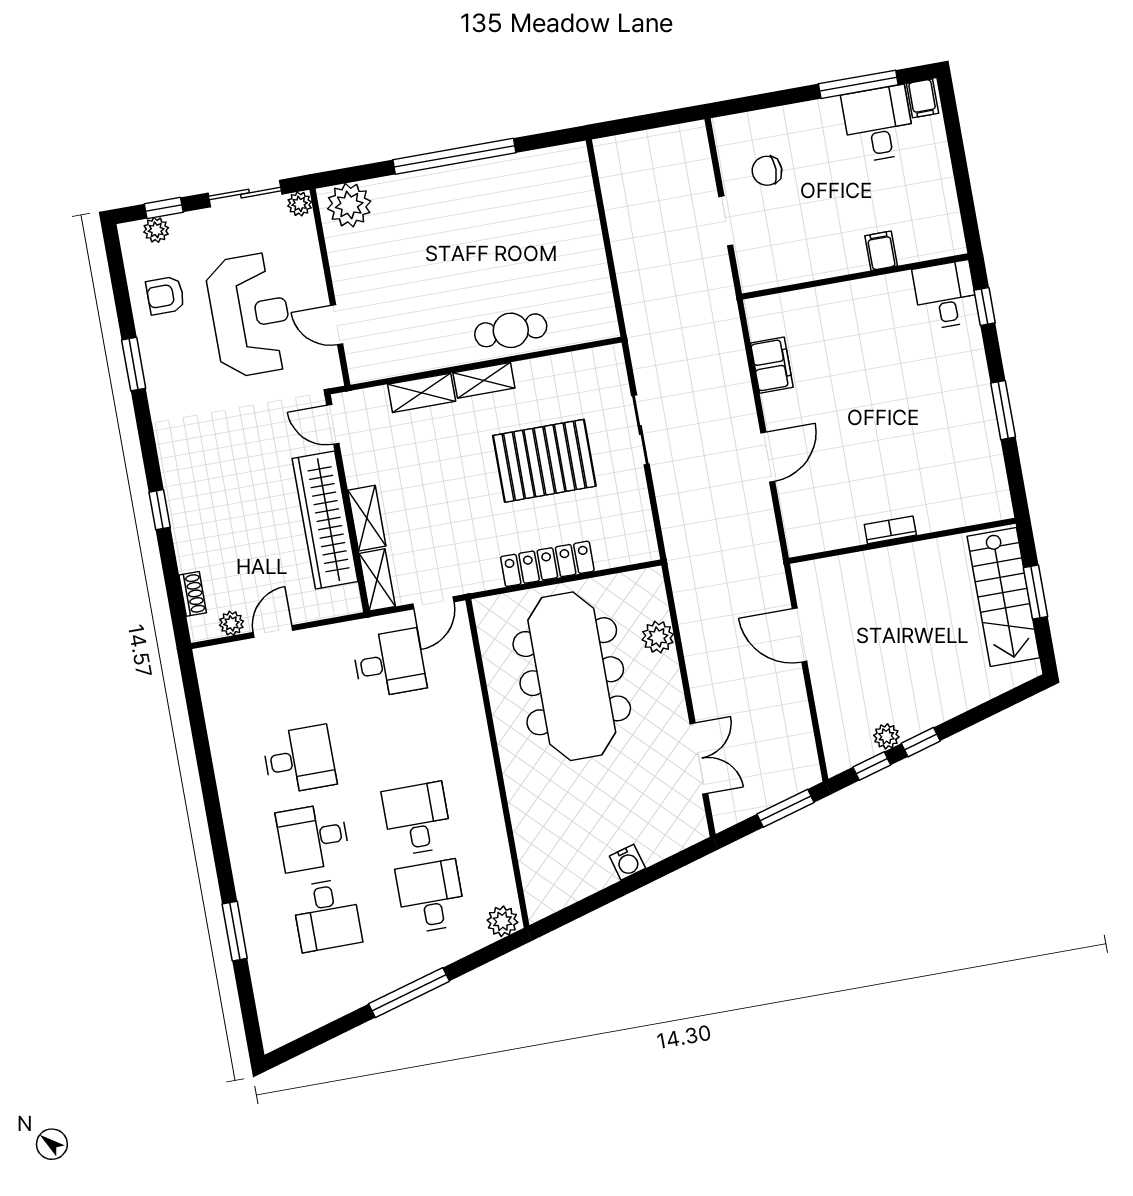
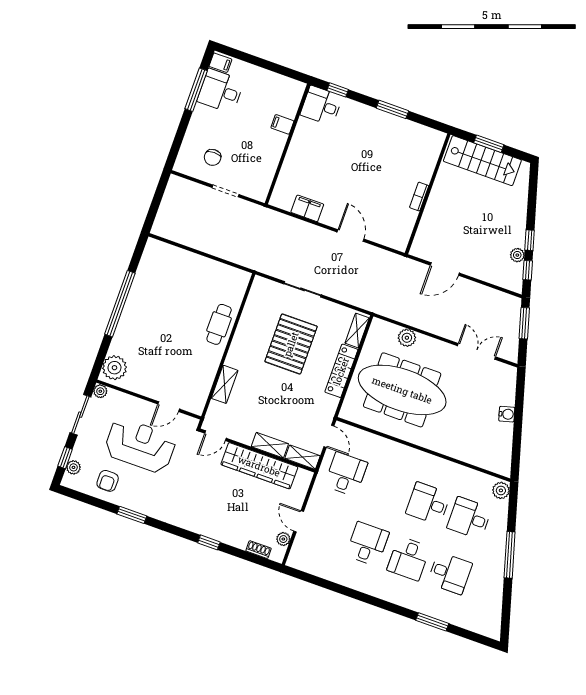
shelving: (484, 380) -> (357, 331), moved

